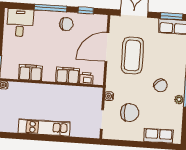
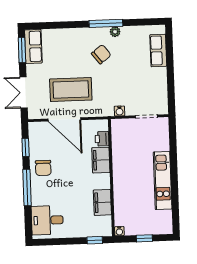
chair: (66, 24) -> (43, 168), turned 180
chair: (130, 113) -> (136, 86), removed

